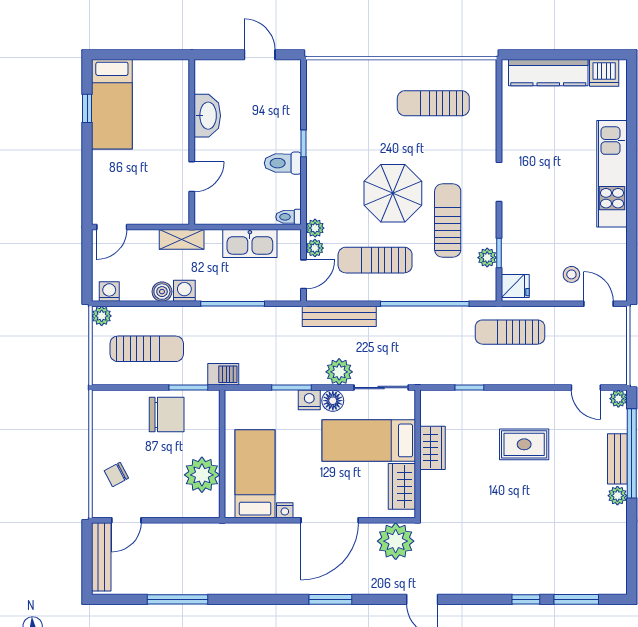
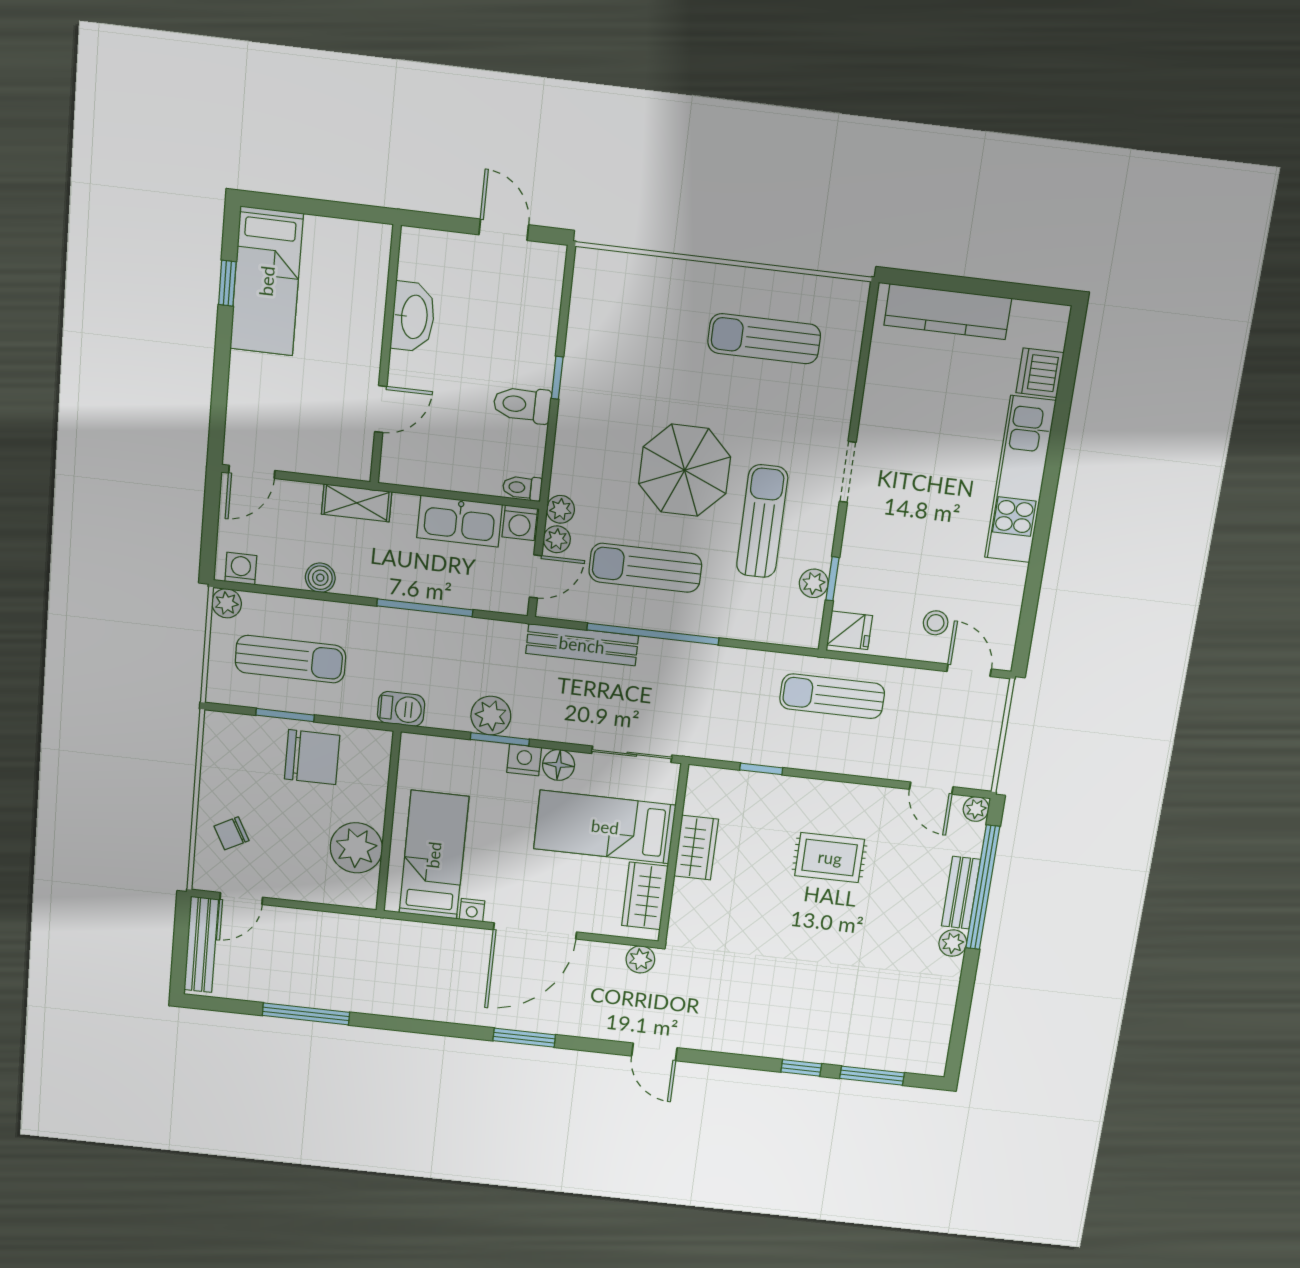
dishwasher: (604, 73) -> (1040, 373), moved, turned 90
washing machine: (184, 291) -> (520, 523), moved, turned 180
window: (425, 304) -> (653, 634), moved
plant: (339, 372) -> (491, 716), moved
window: (188, 388) -> (285, 715), moved
plant: (396, 541) -> (640, 959), width x0.53, depth x0.53

